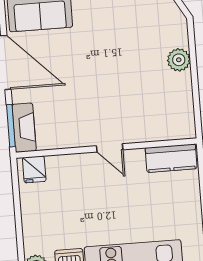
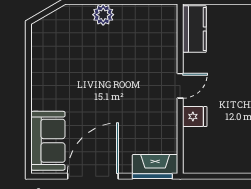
fridge: (34, 169) -> (195, 117), moved

